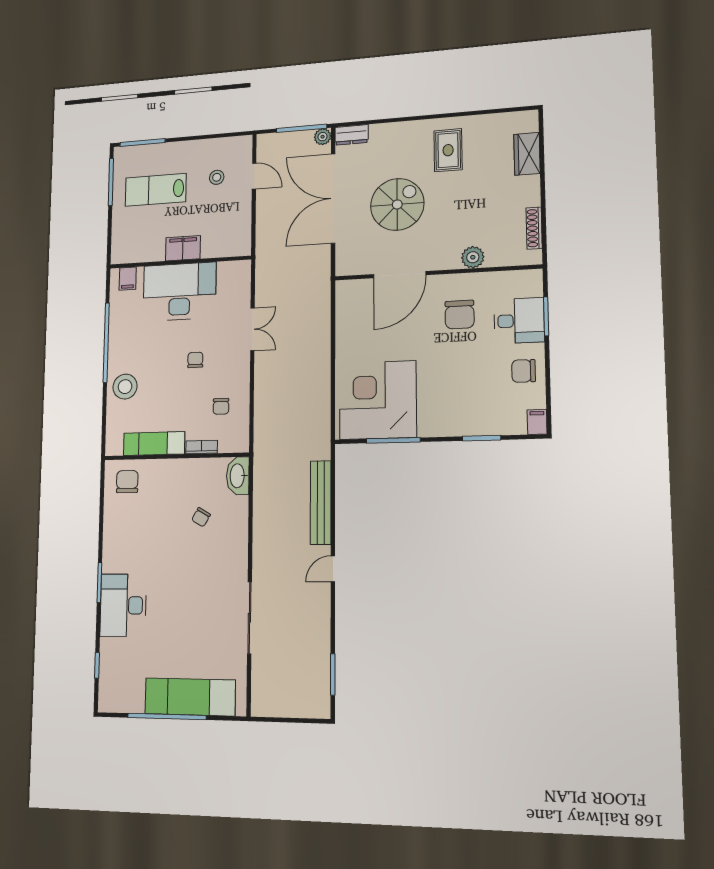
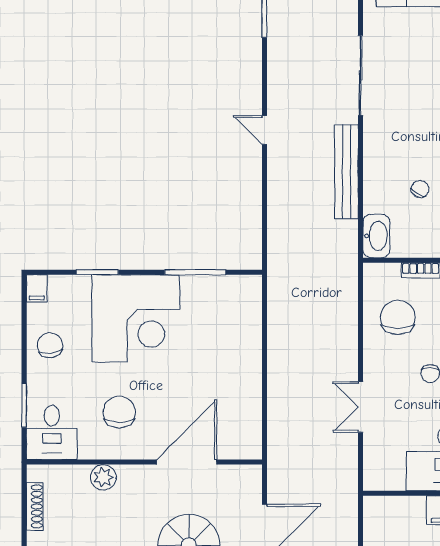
desk: (519, 321) -> (52, 432), moved, turned -90
chair: (524, 371) -> (50, 345), turned -96
corner desk: (378, 400) -> (136, 318), moved
chair: (221, 406) -> (398, 317), width x1.87, depth x1.87
bench: (321, 503) -> (346, 172), moved
door: (333, 569) -> (264, 130), swing flipped

